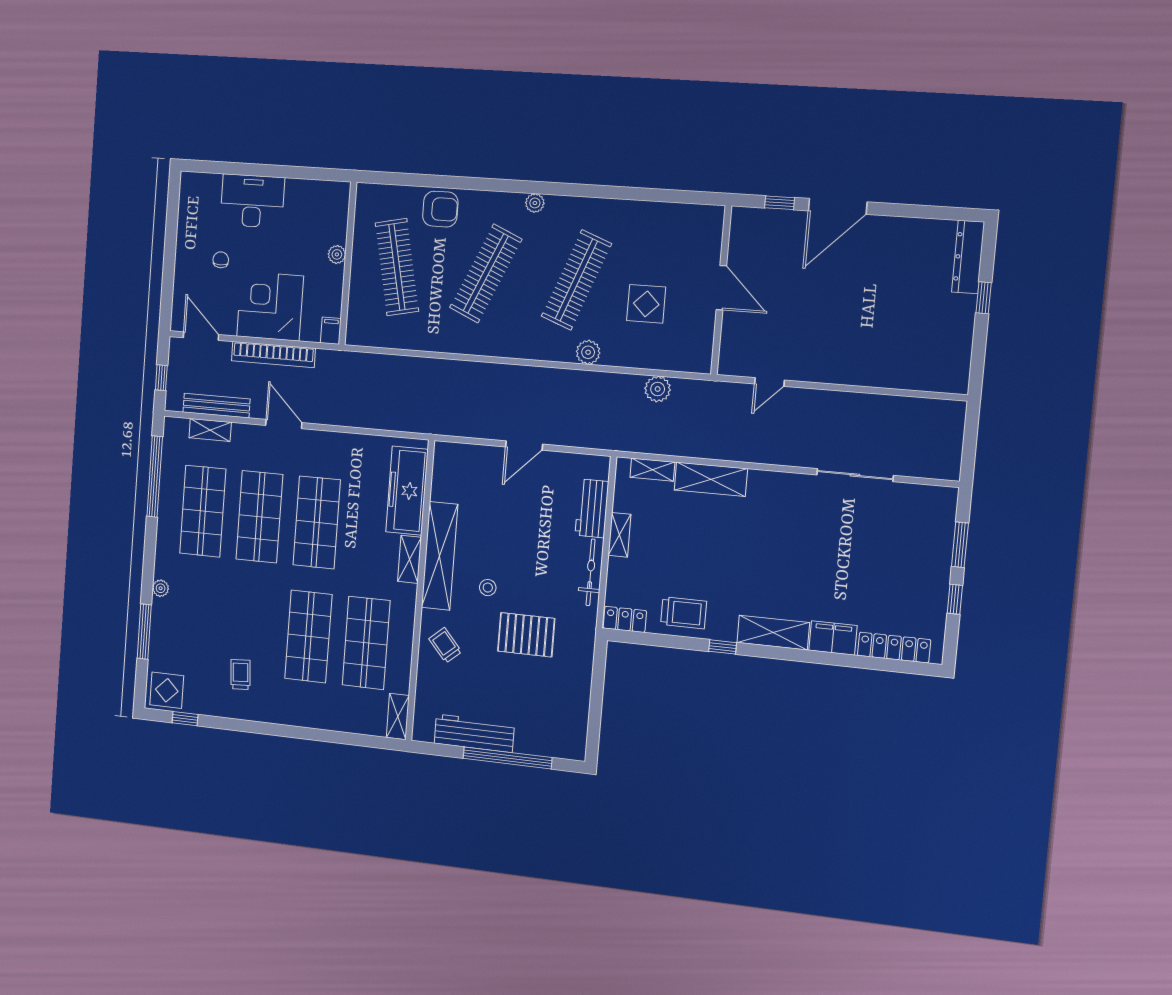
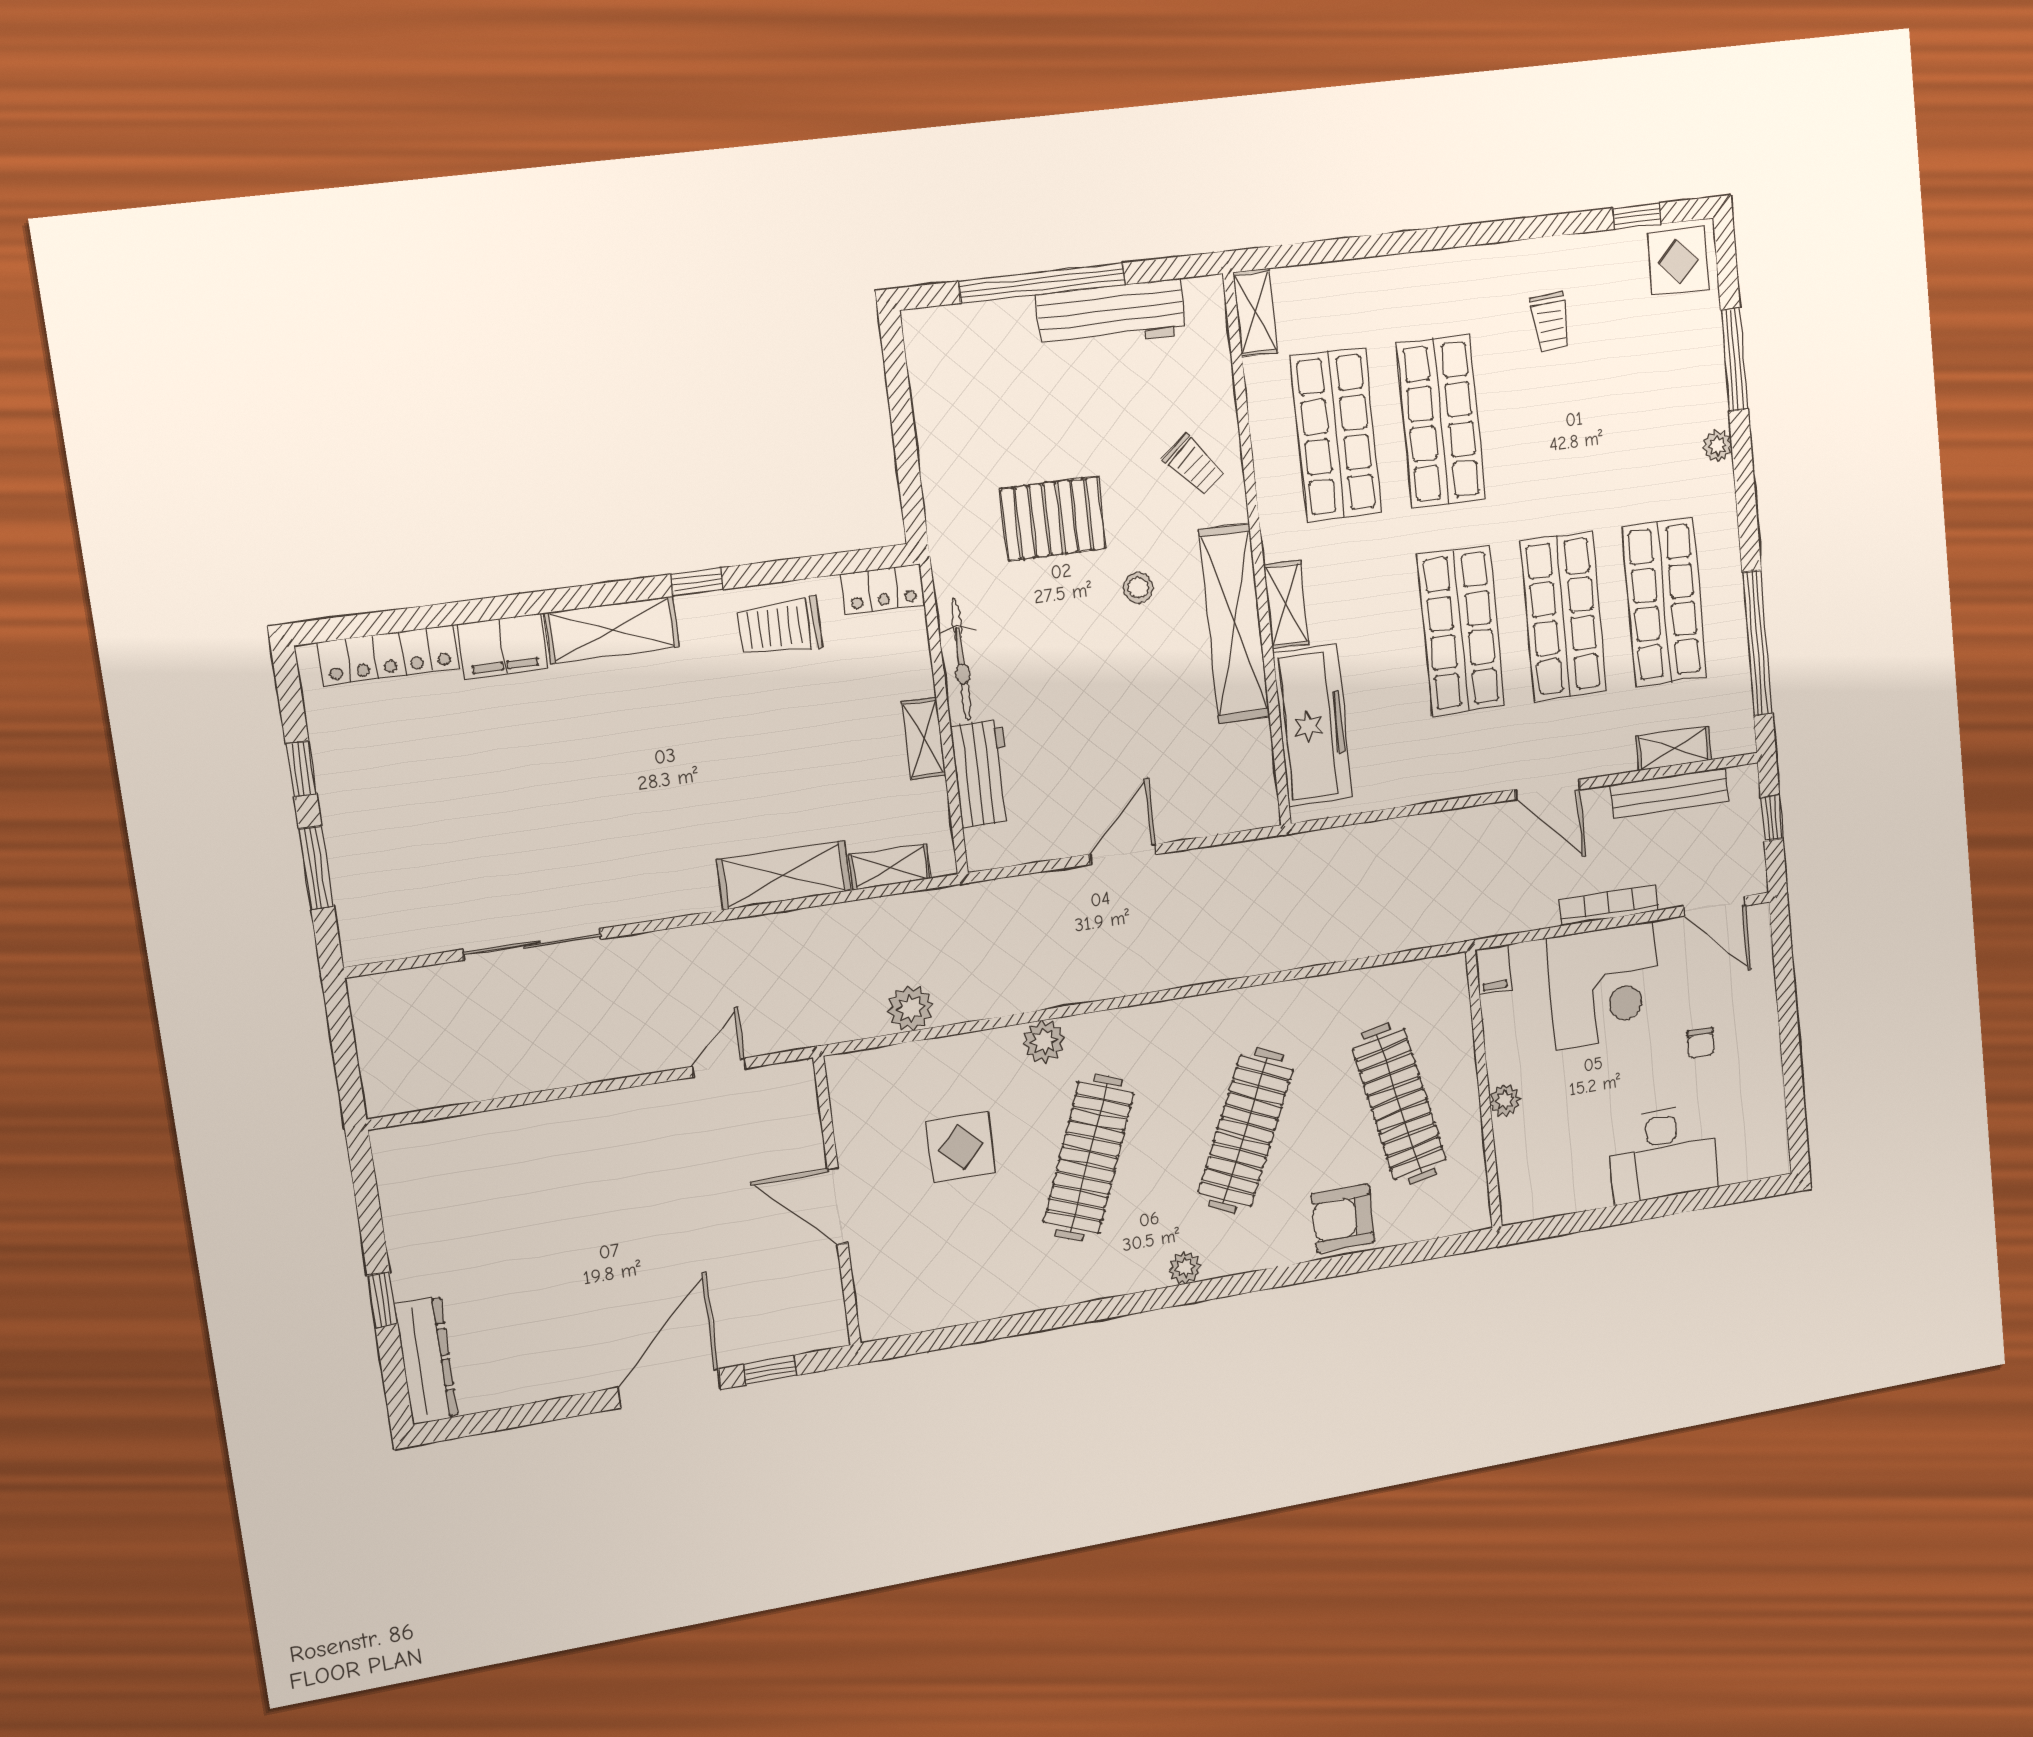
bookcase: (273, 355) -> (1609, 905), width x0.68, depth x0.76

